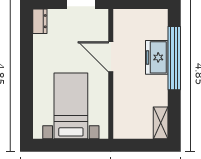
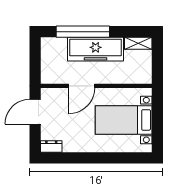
freezer: (157, 57) -> (96, 49), width x1.91, depth x1.26

